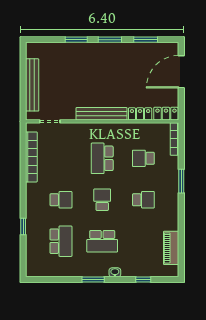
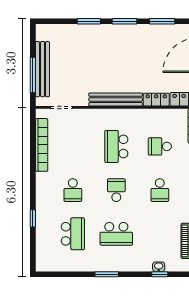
window: (23, 91) -> (33, 75), added
school desk: (61, 200) -> (73, 190), turned 90
school desk: (143, 200) -> (160, 190), turned 90
washbasin: (115, 272) -> (159, 267), moved

